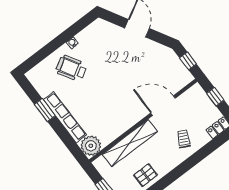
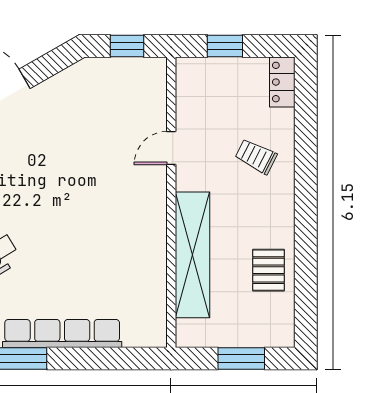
door: (163, 106) -> (171, 148), width x0.53
plant: (91, 146) -> (146, 326), removed

